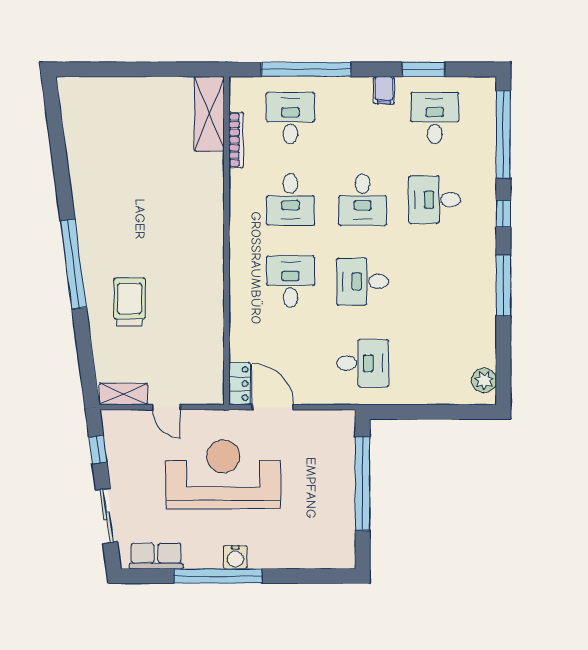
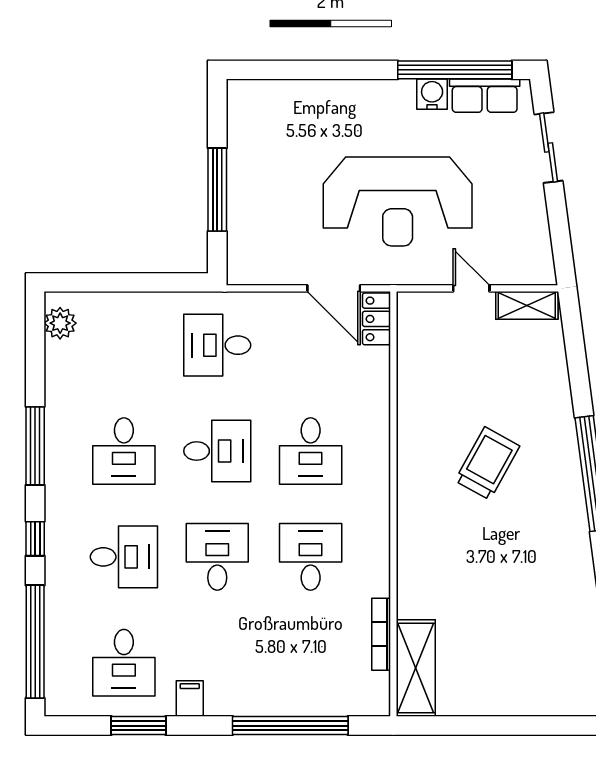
desk: (290, 118) -> (124, 451), moved
trolley: (129, 302) -> (487, 463), moved, turned -151
window: (98, 450) -> (560, 233), removed
window: (363, 483) -> (217, 190), width x0.68
water cooler: (235, 557) -> (432, 94), moved
window: (218, 576) -> (455, 70), moved

